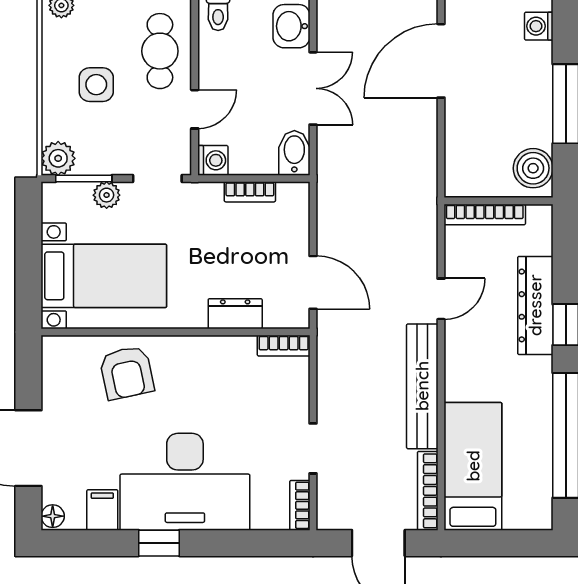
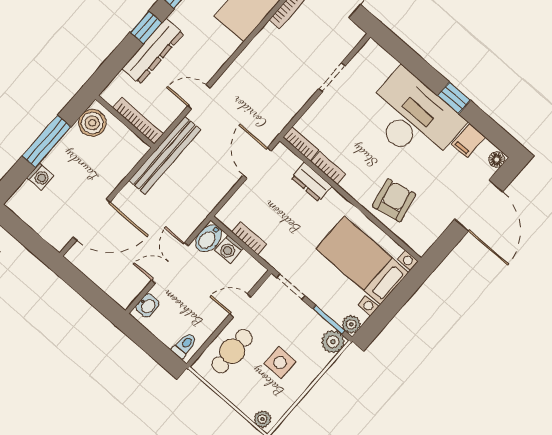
washbasin: (291, 26) -> (147, 305), width x0.72, depth x0.69
washing machine: (539, 26) -> (40, 177), moved
washing machine: (213, 160) -> (229, 249), moved, turned -90
plant: (107, 195) -> (351, 324), moved
bench: (422, 386) -> (165, 155), moved
bookcase: (300, 505) -> (328, 168), moved, turned -90

